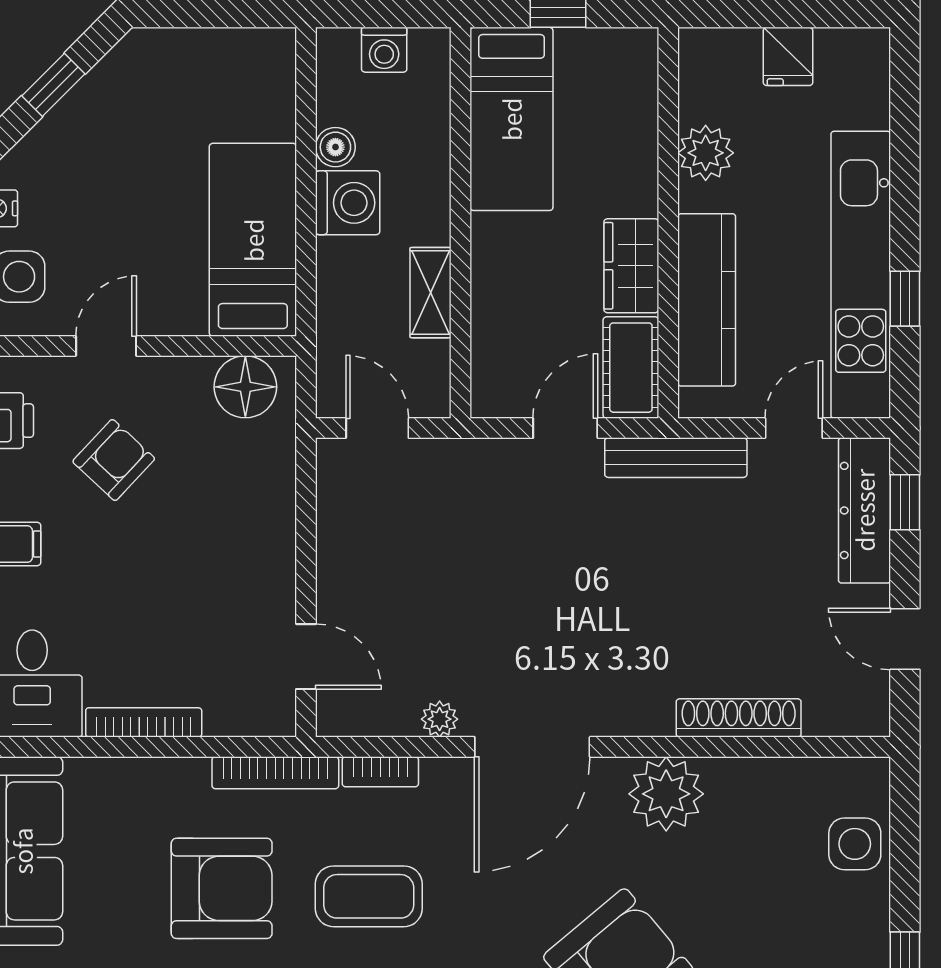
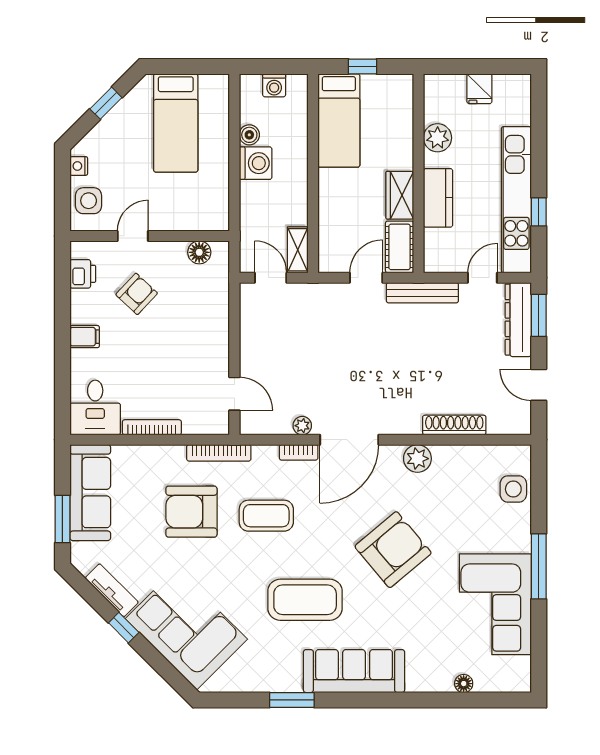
bed: (253, 240) -> (176, 123), moved, turned 180
shelving: (431, 293) -> (298, 250), moved
kitchen counter: (707, 300) -> (438, 198), width x0.67
floor lamp: (245, 387) -> (199, 252), width x0.73, depth x0.73
window: (905, 502) -> (539, 315), width x1.50
bookcase: (380, 772) -> (299, 452), moved
plant: (666, 794) -> (417, 459), width x0.73, depth x0.73
armchair: (222, 888) -> (191, 512), turned 180

